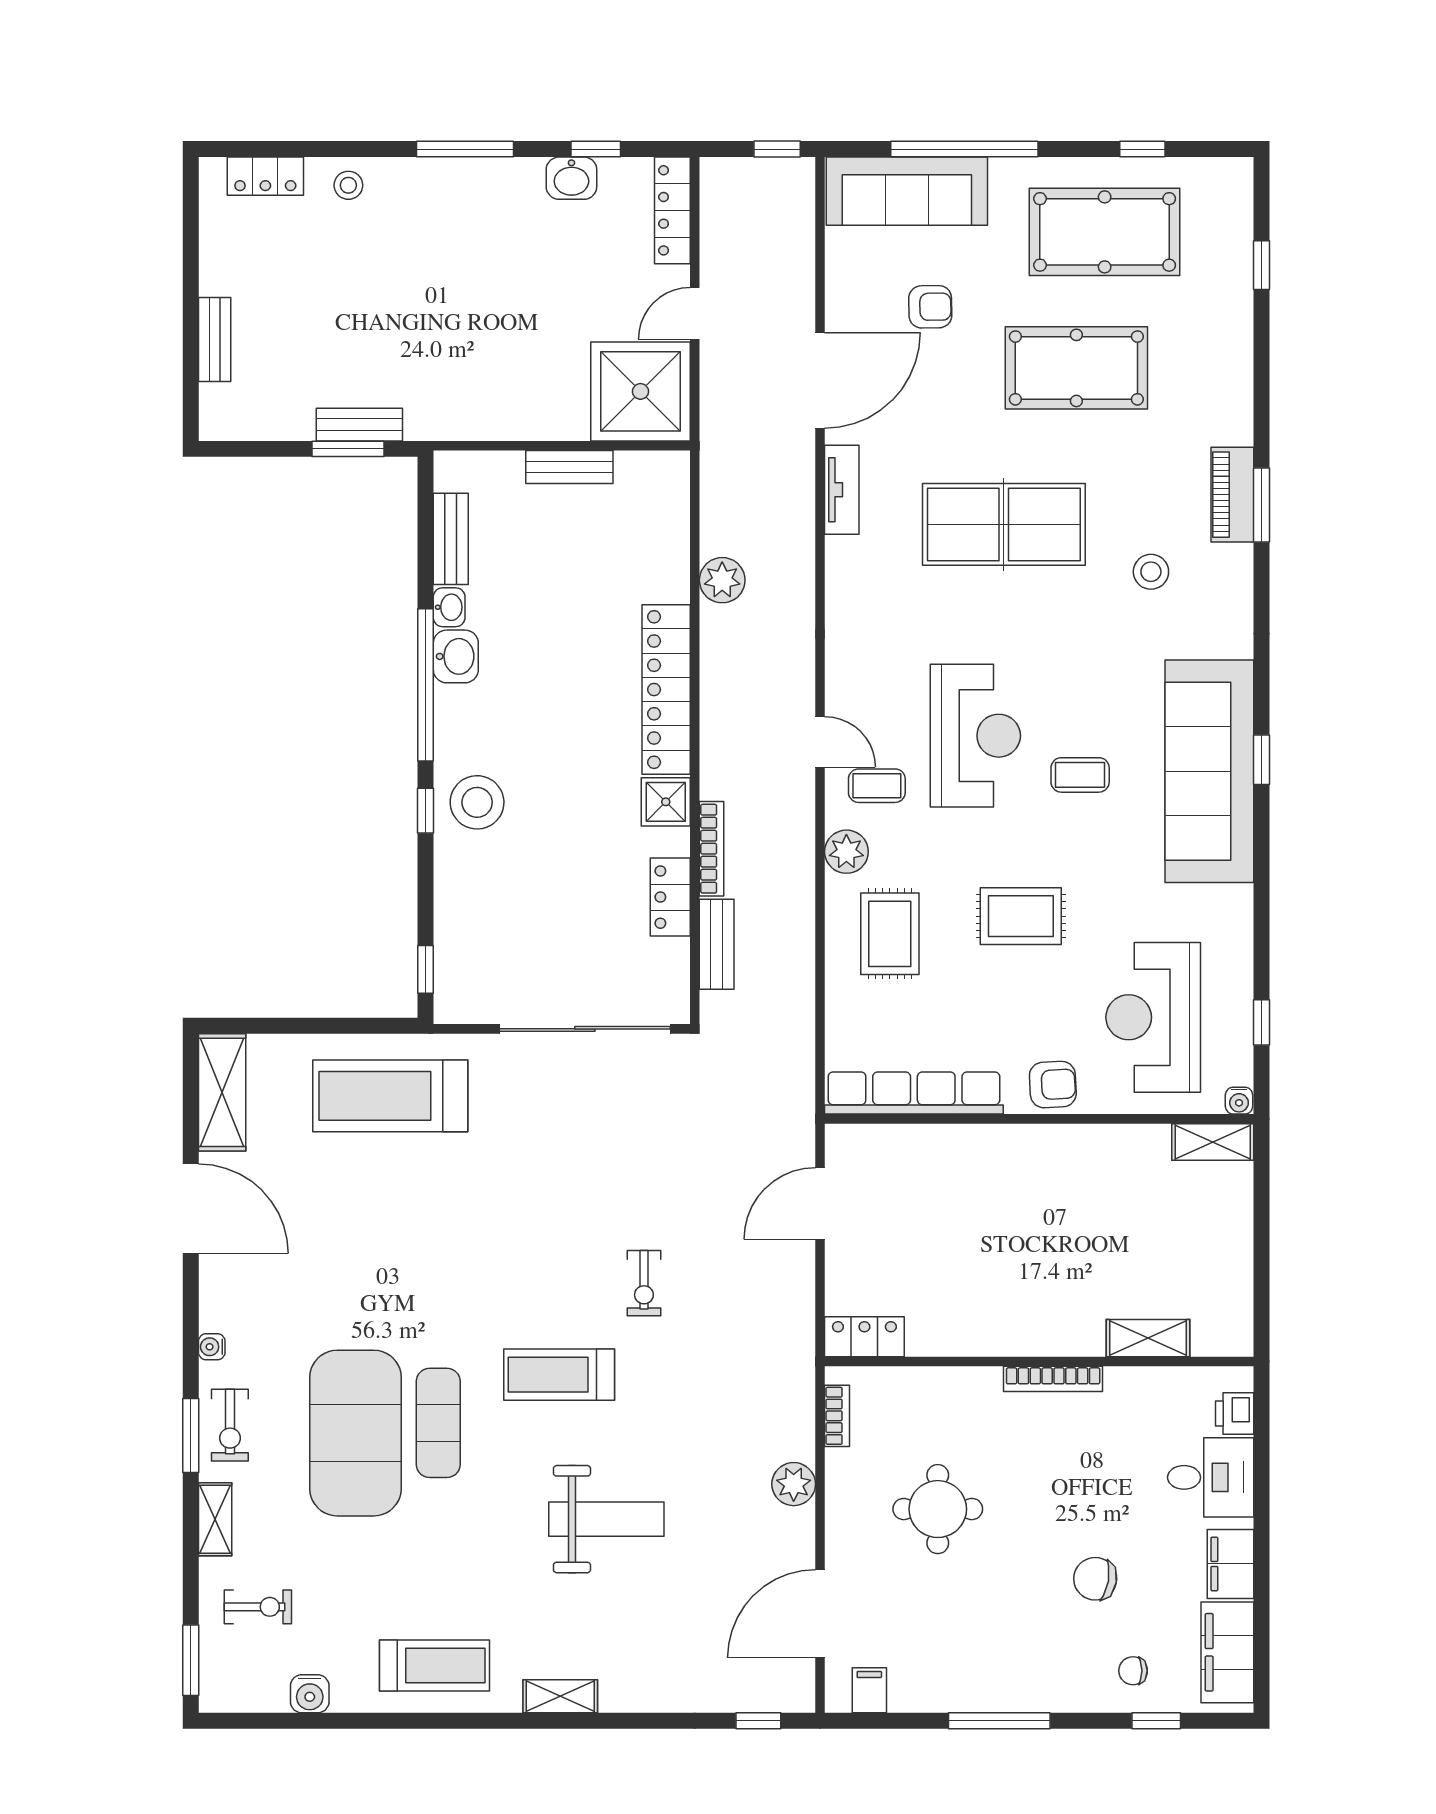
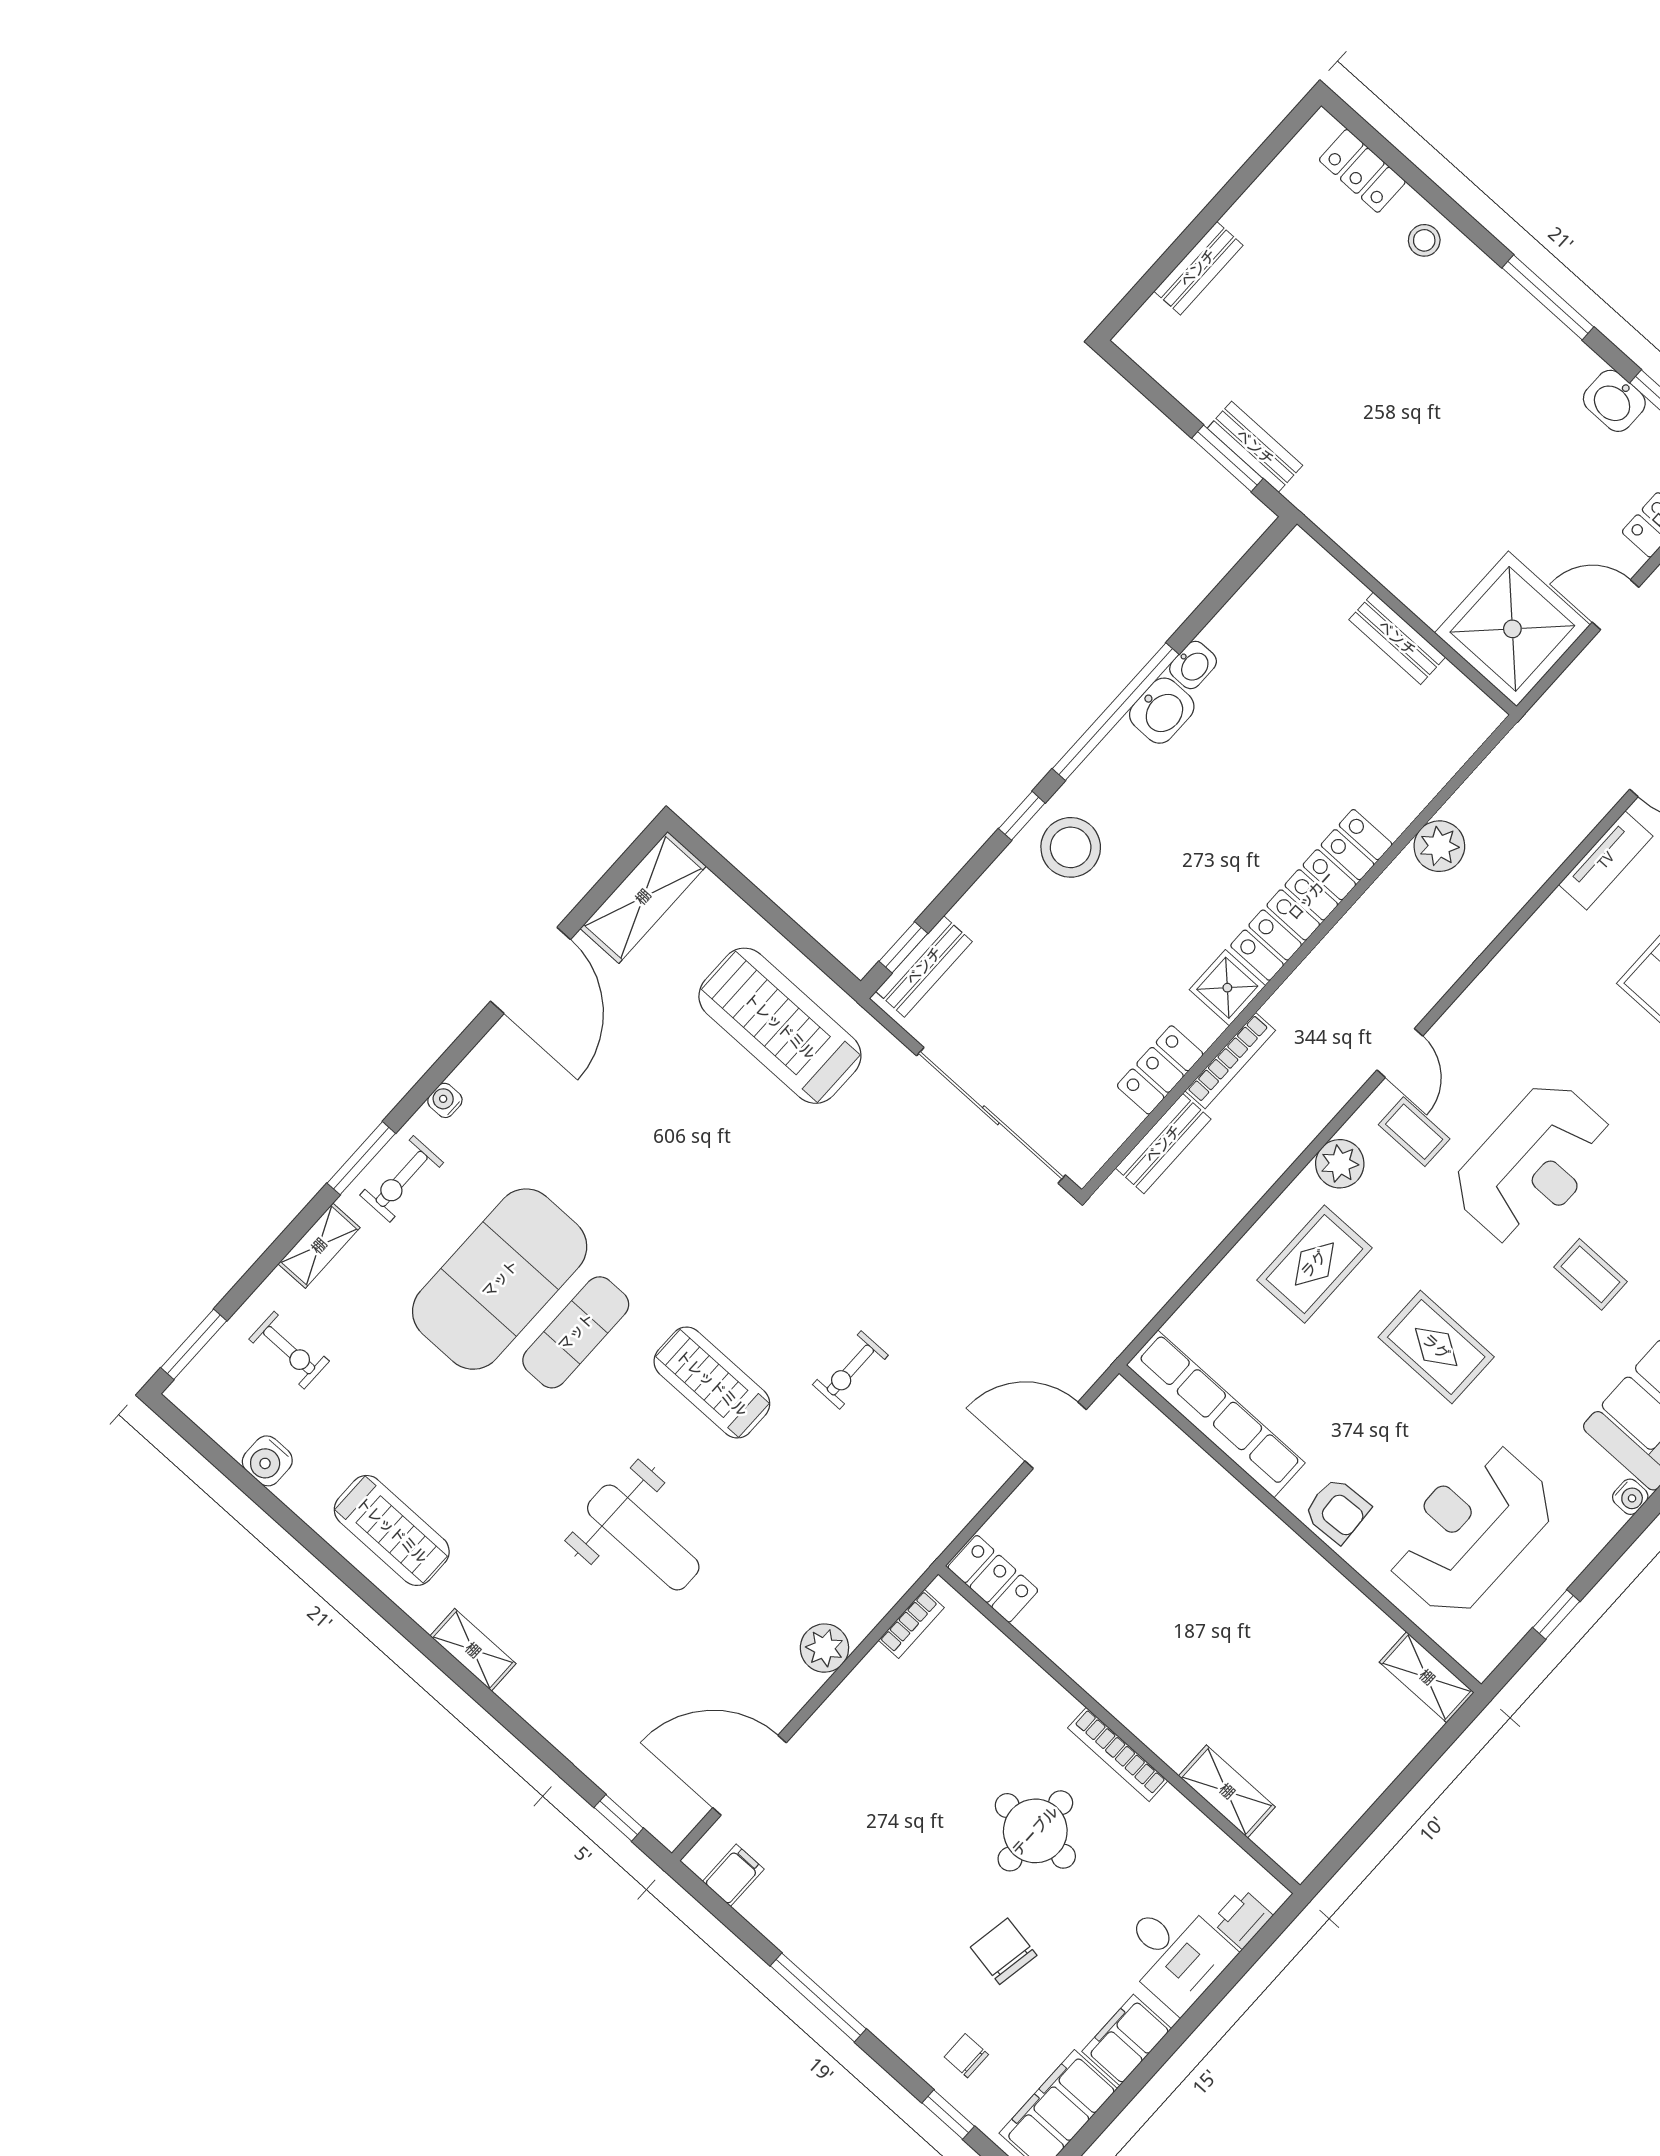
bench: (451, 539) -> (924, 966), moved
water cooler: (1239, 1101) -> (1630, 1497), moved, turned -90
round table: (938, 1509) -> (1035, 1831), moved

